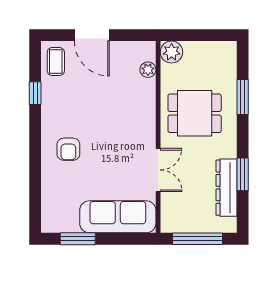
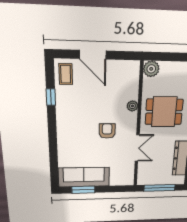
plant: (148, 70) -> (132, 106), moved
armchair: (68, 149) -> (107, 131), moved, turned 180
sofa: (118, 217) -> (84, 177), moved

